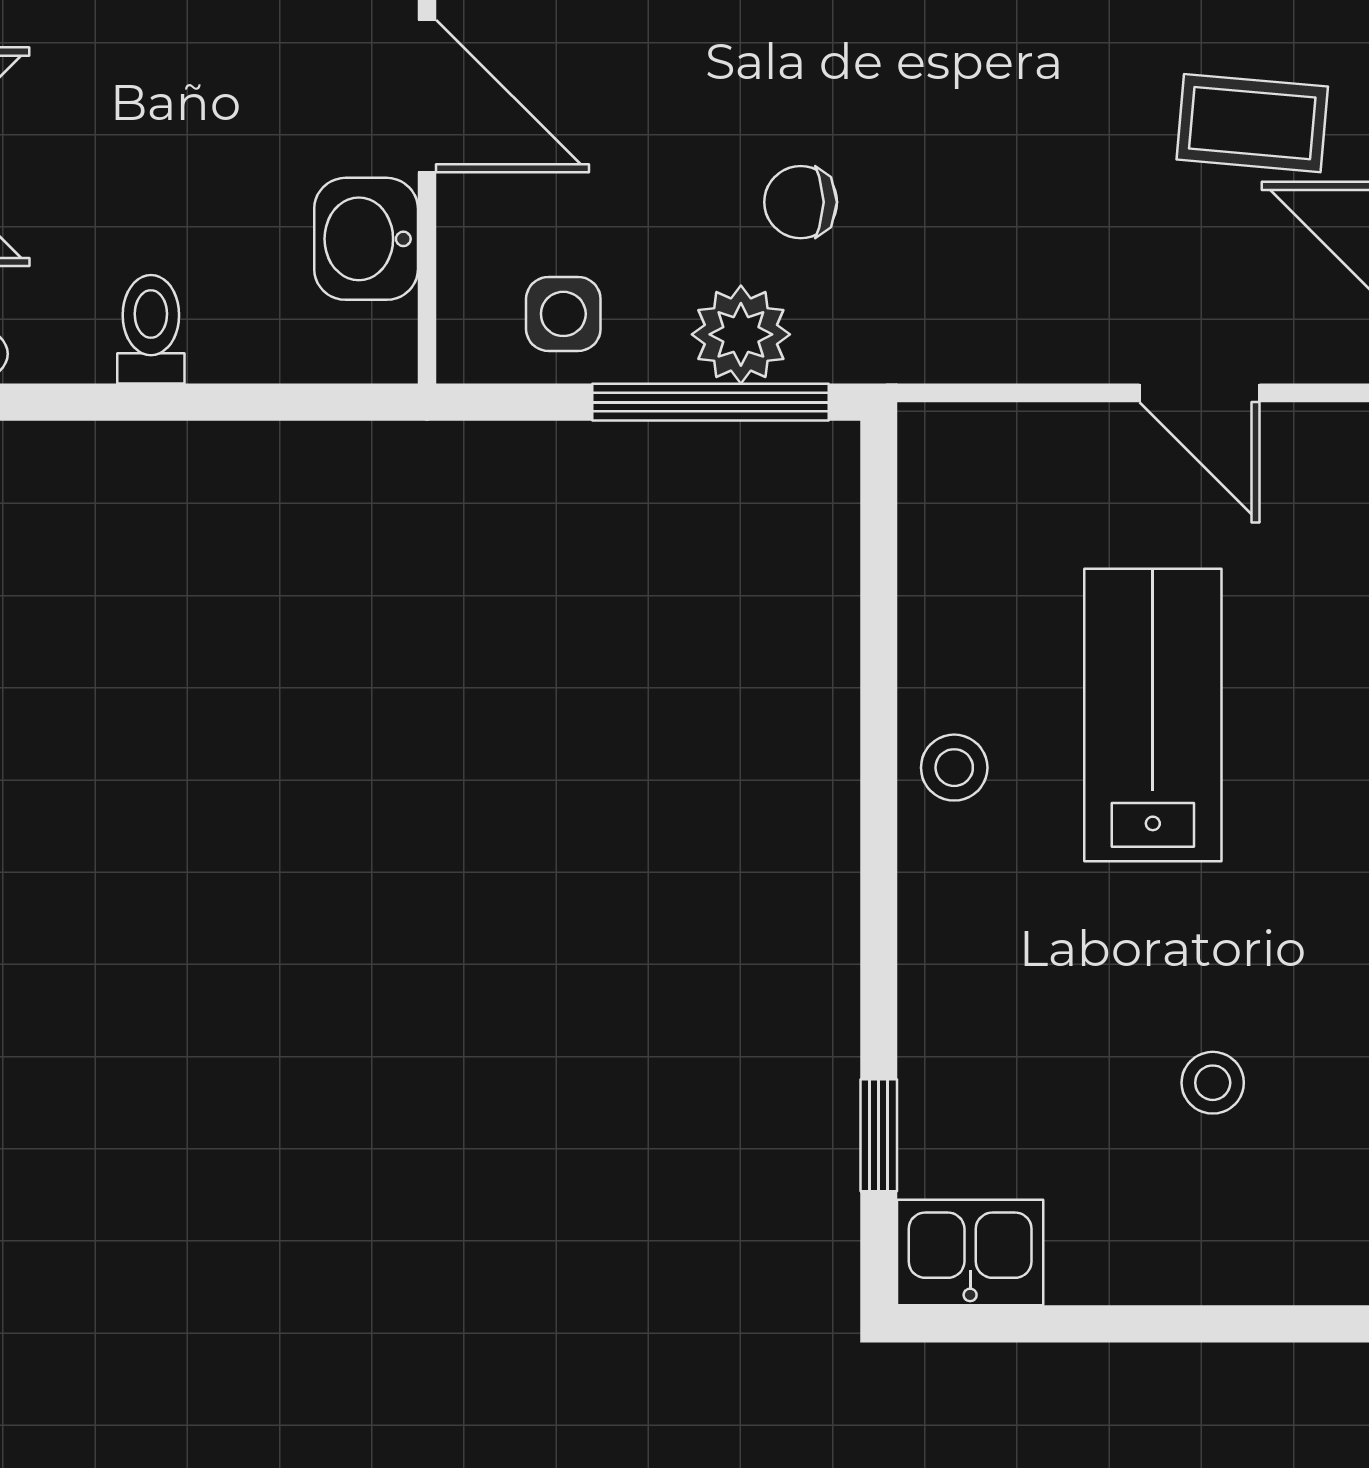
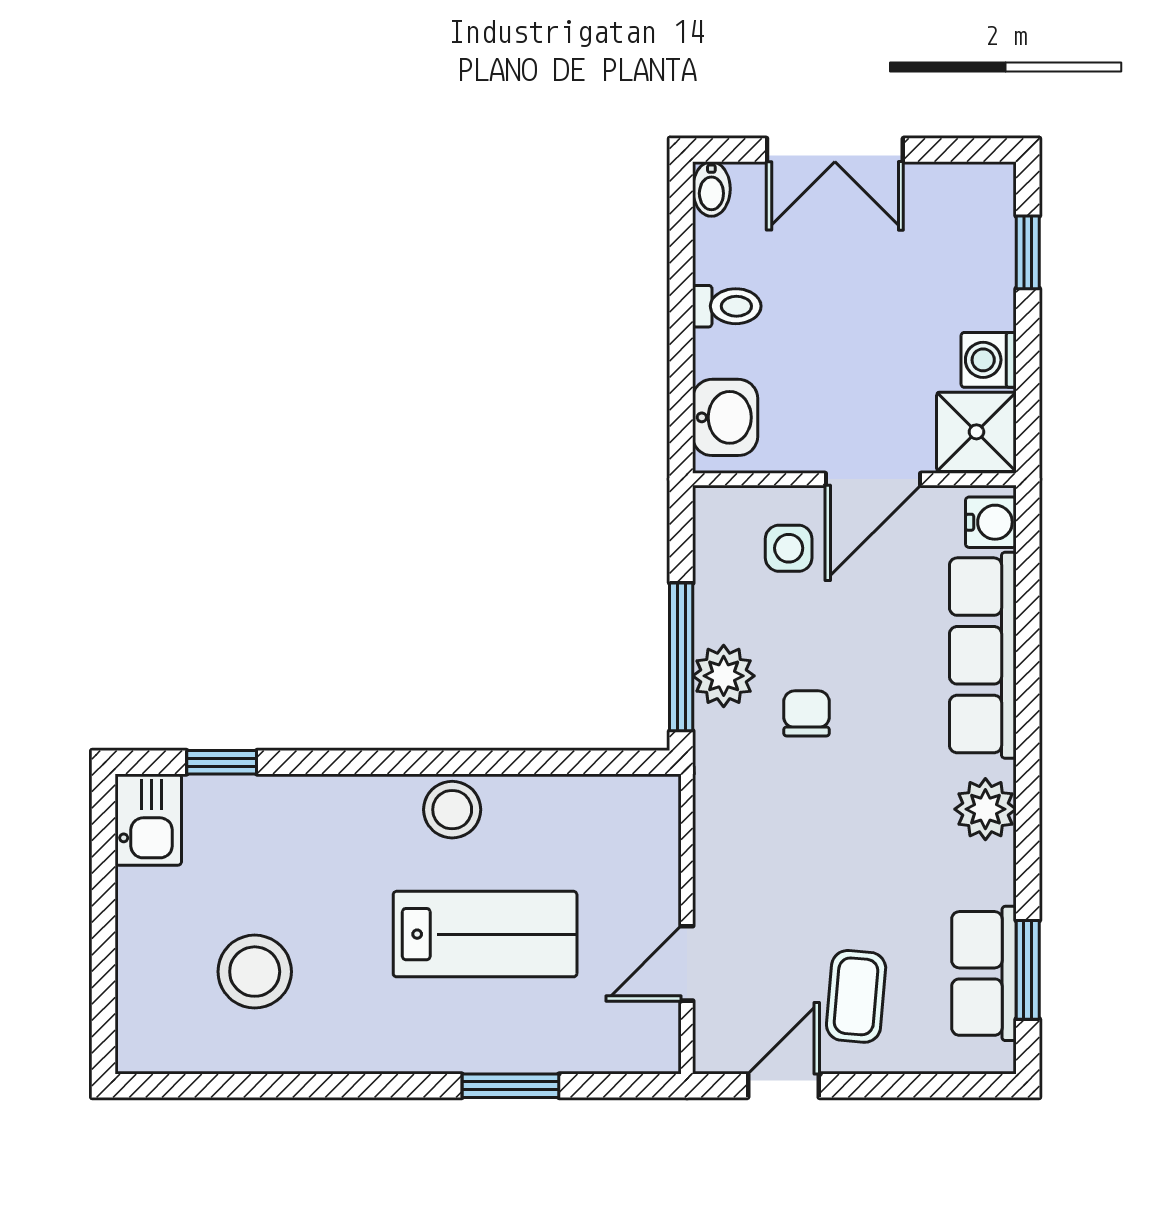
washbasin: (366, 239) -> (725, 417), moved, turned 90
side table: (563, 314) -> (789, 548), moved
stool: (954, 768) -> (452, 810), width x1.37, depth x1.37
stool: (1213, 1083) -> (255, 972), width x1.89, depth x1.89

